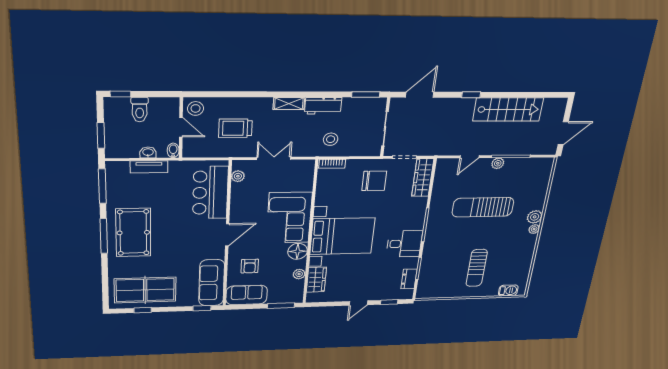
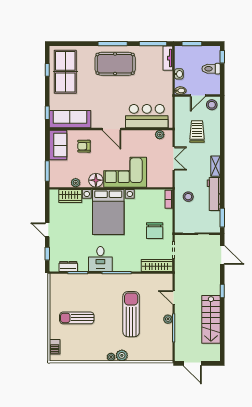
workbench: (323, 106) -> (214, 194), width x1.37
tv unit: (149, 167) -> (168, 58), moved

